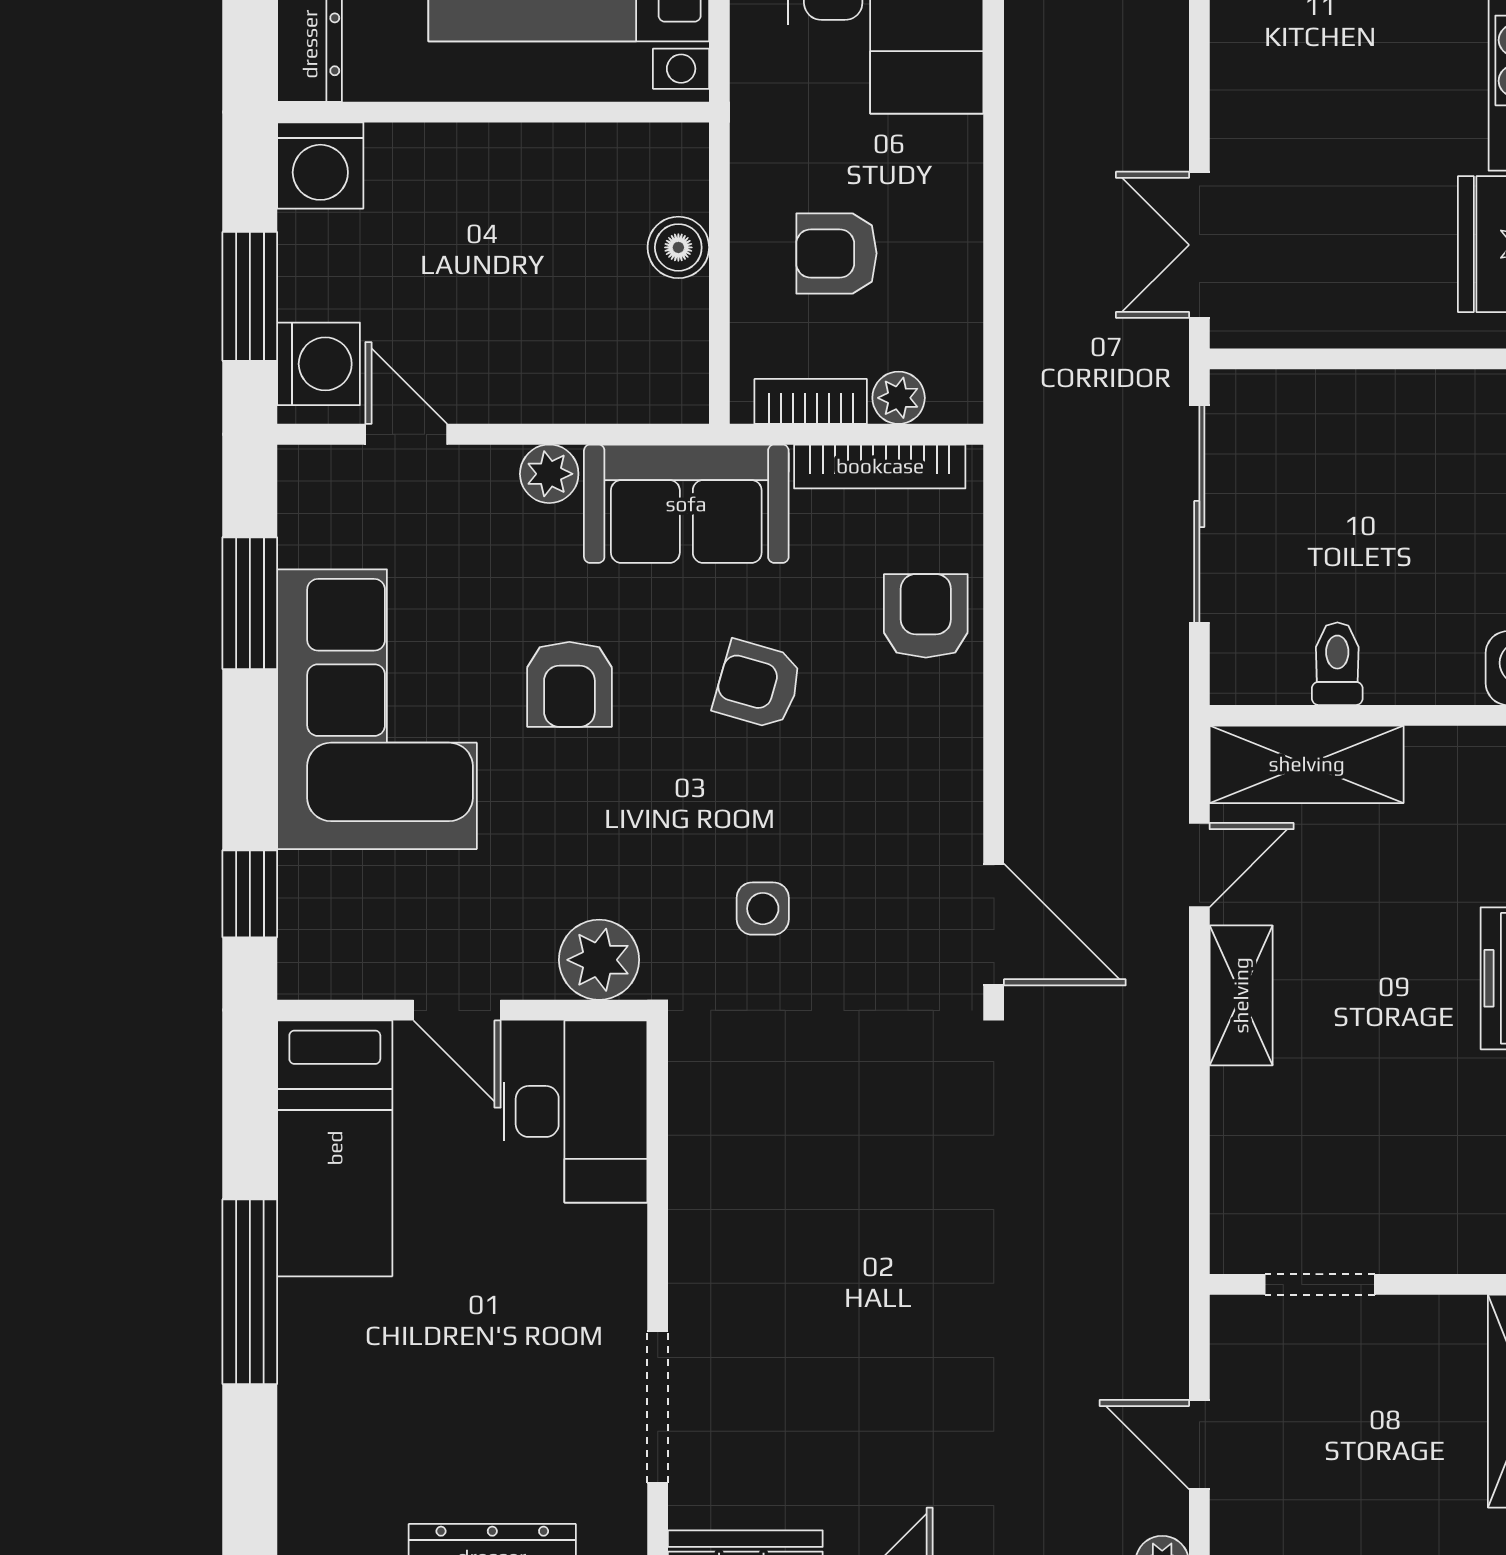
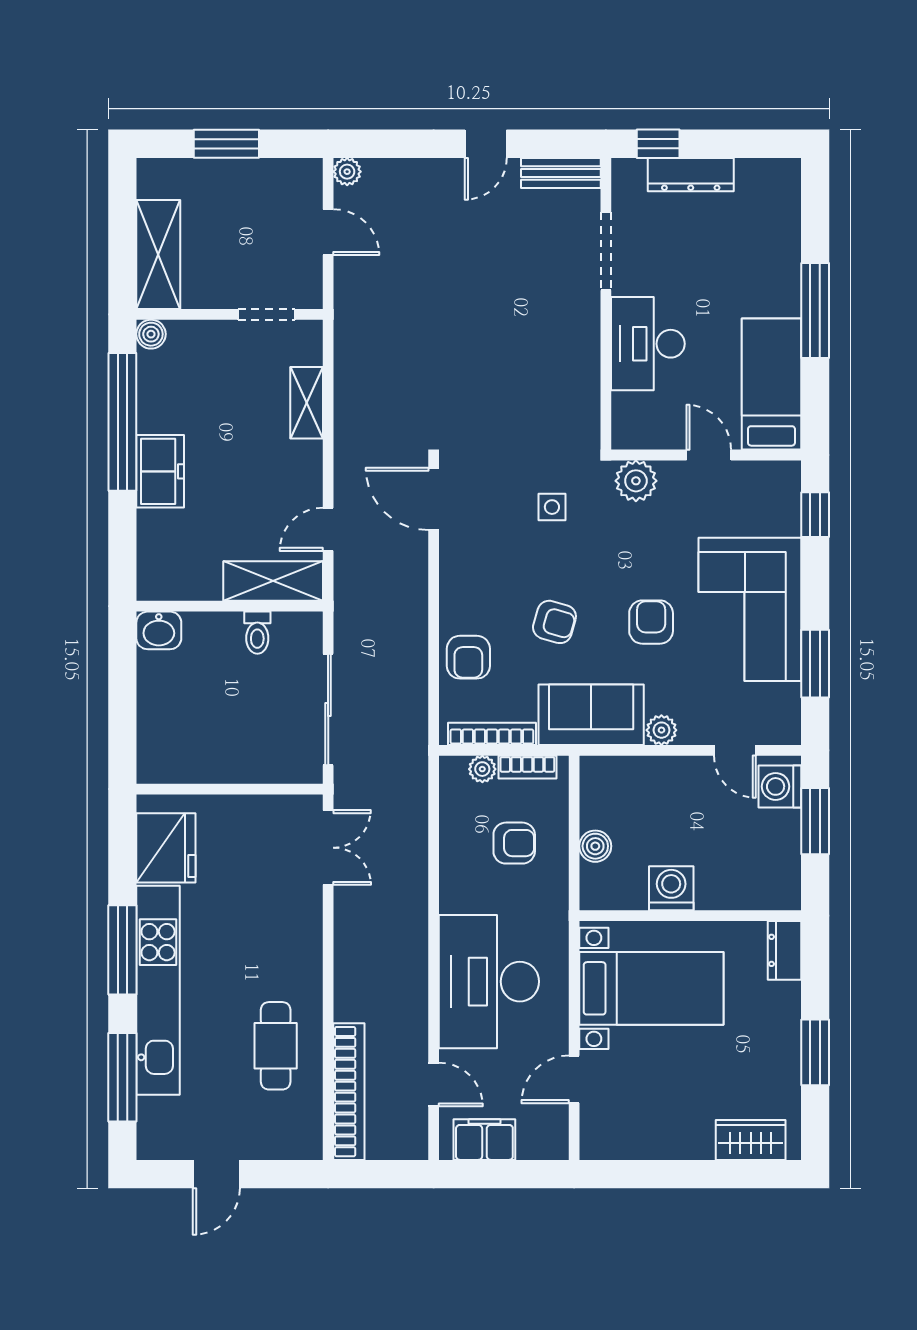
washing machine: (320, 165) -> (671, 888), moved
shelving: (1241, 995) -> (307, 403), moved
desk: (576, 1111) -> (648, 344), moved

